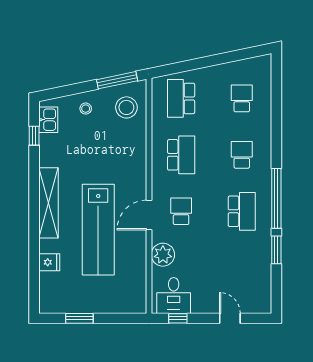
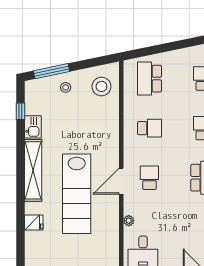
window: (117, 80) -> (51, 71), moved
kitchen sink: (48, 120) -> (33, 127), moved
school desk: (181, 155) -> (149, 128), width x0.54
plant: (163, 255) -> (129, 221), width x0.53, depth x0.53

